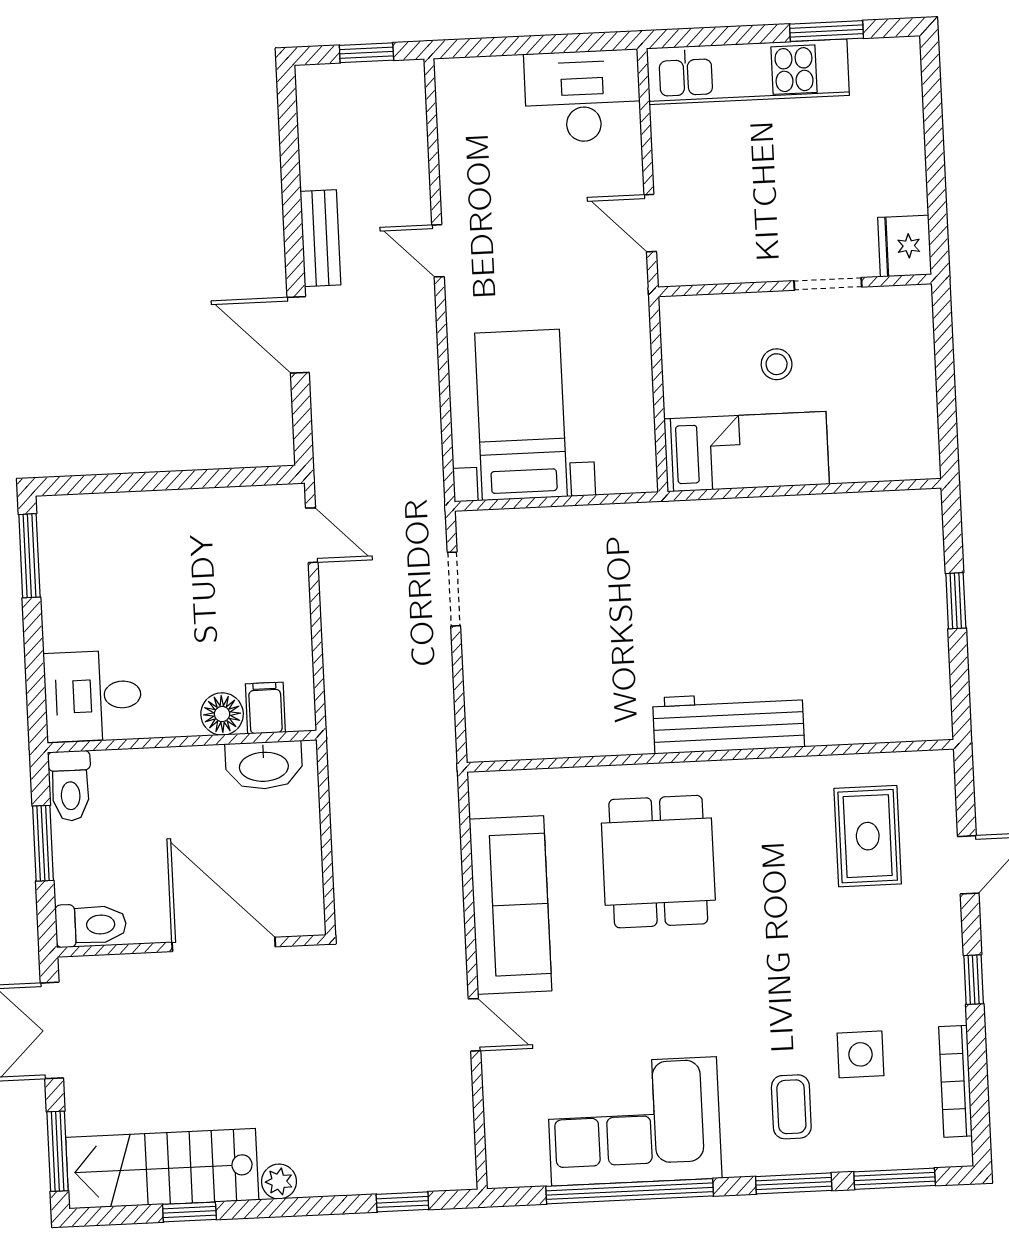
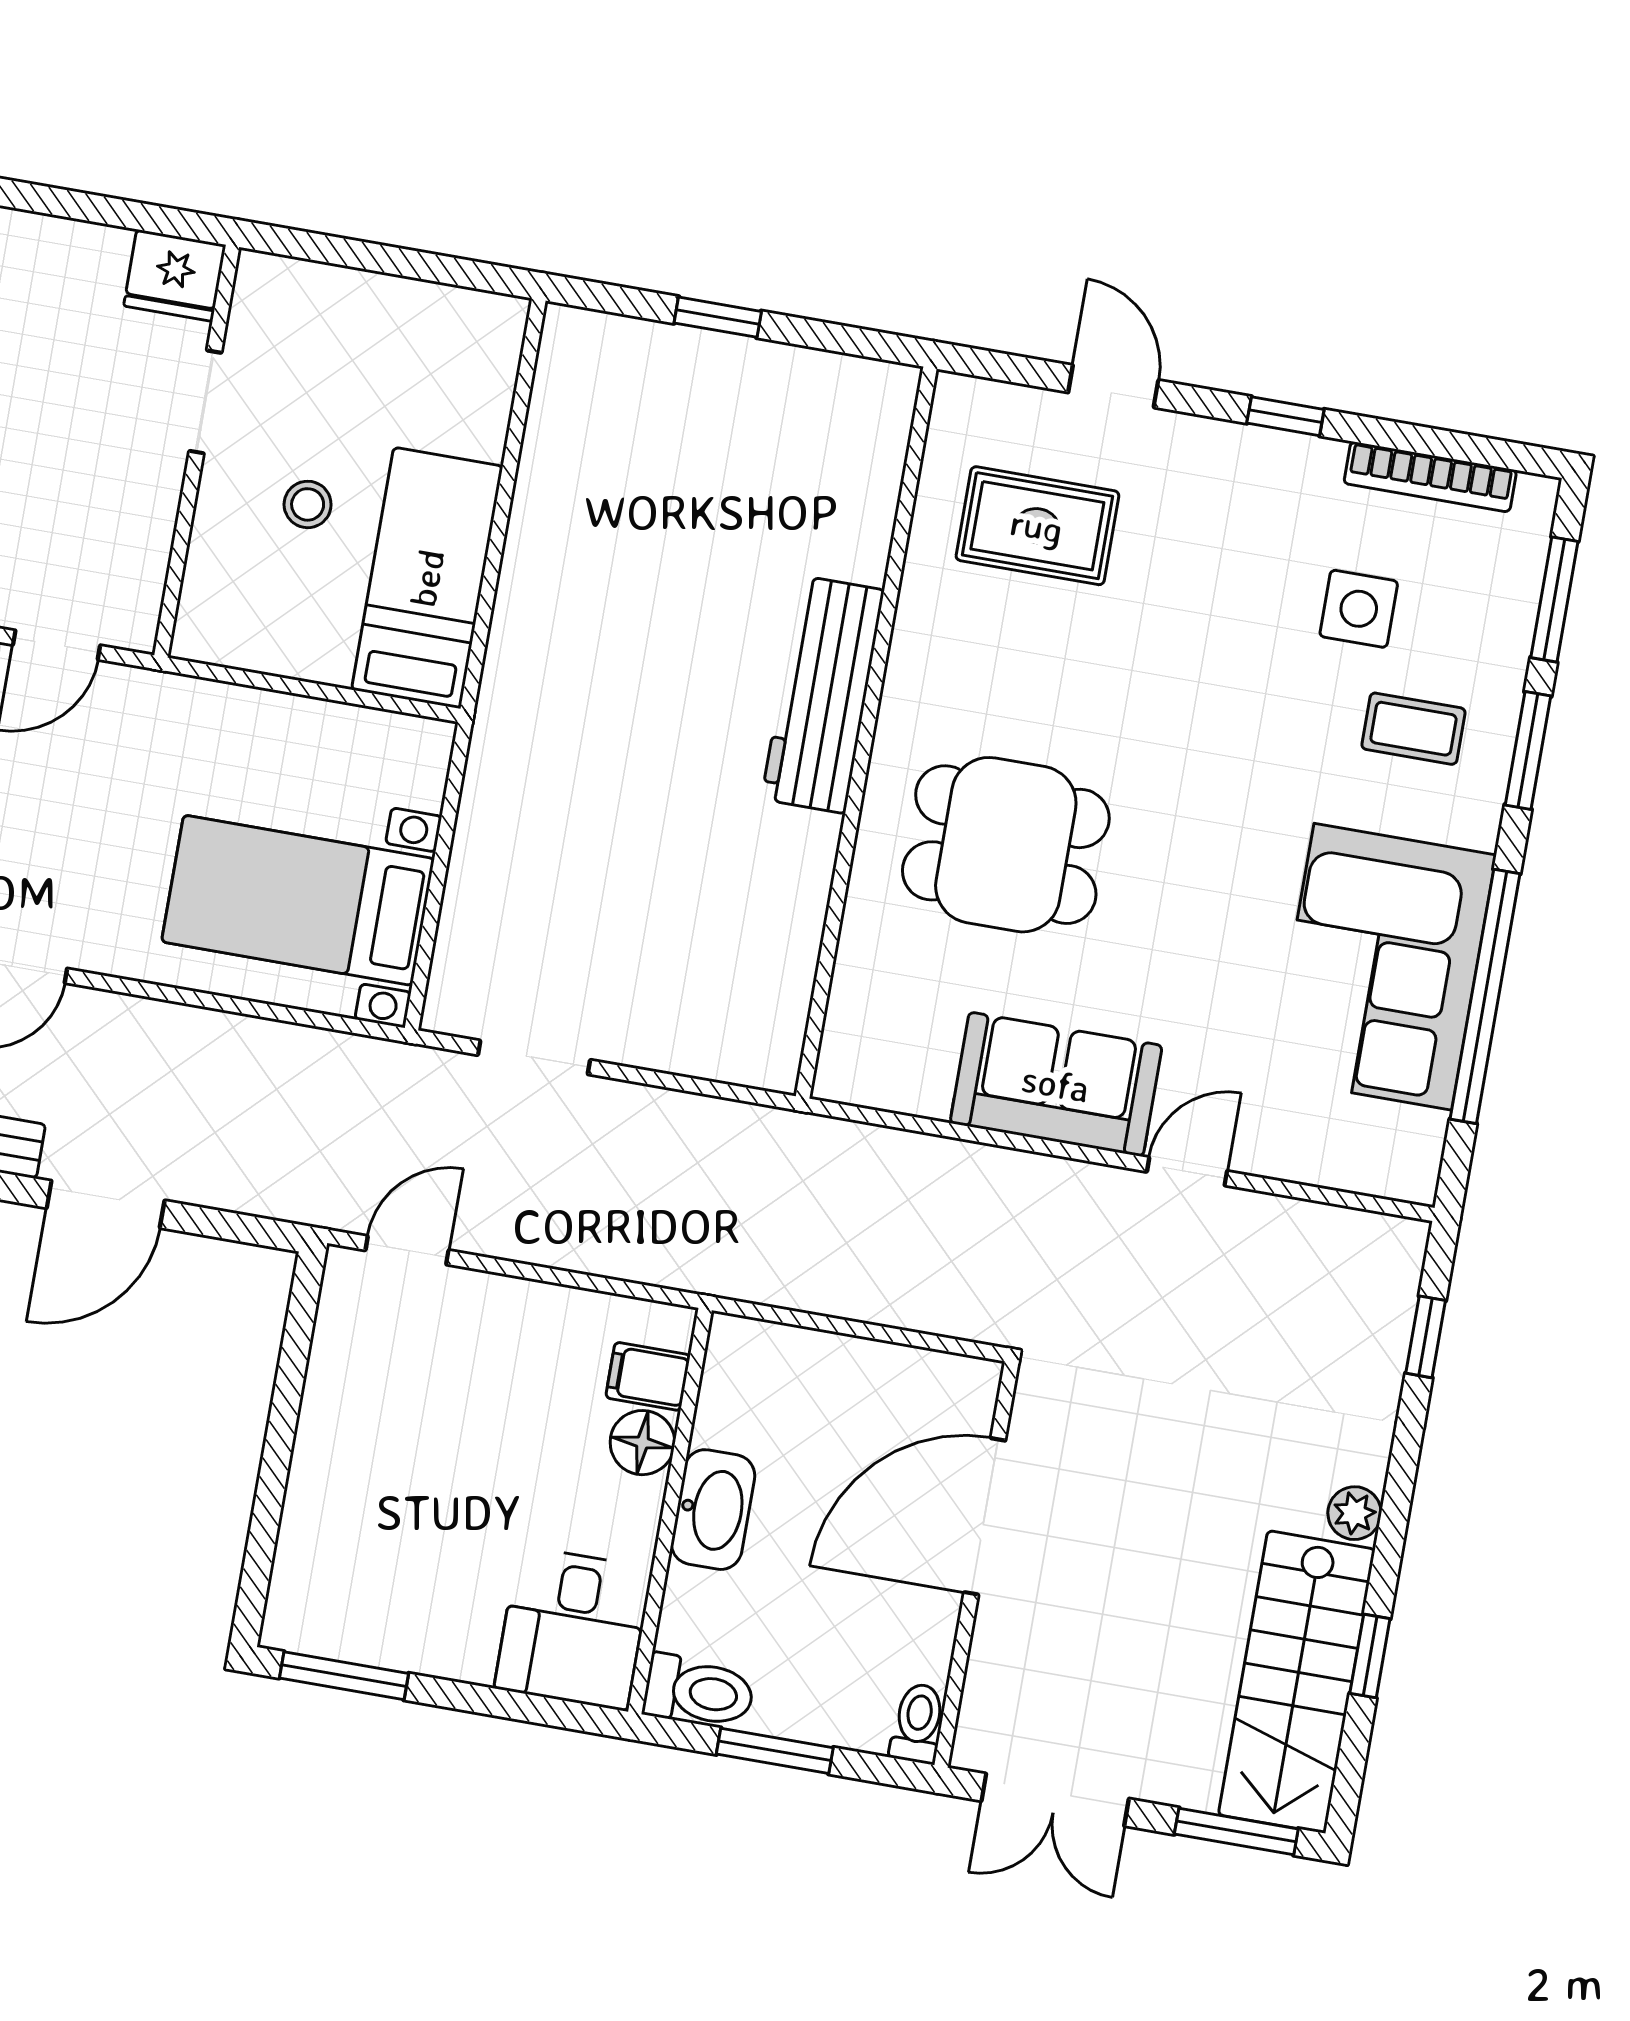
washbasin: (264, 765) -> (713, 1510), moved
sofa: (510, 905) -> (1056, 1084), width x0.73
toilet: (91, 925) -> (918, 1723), width x0.73, depth x0.72

